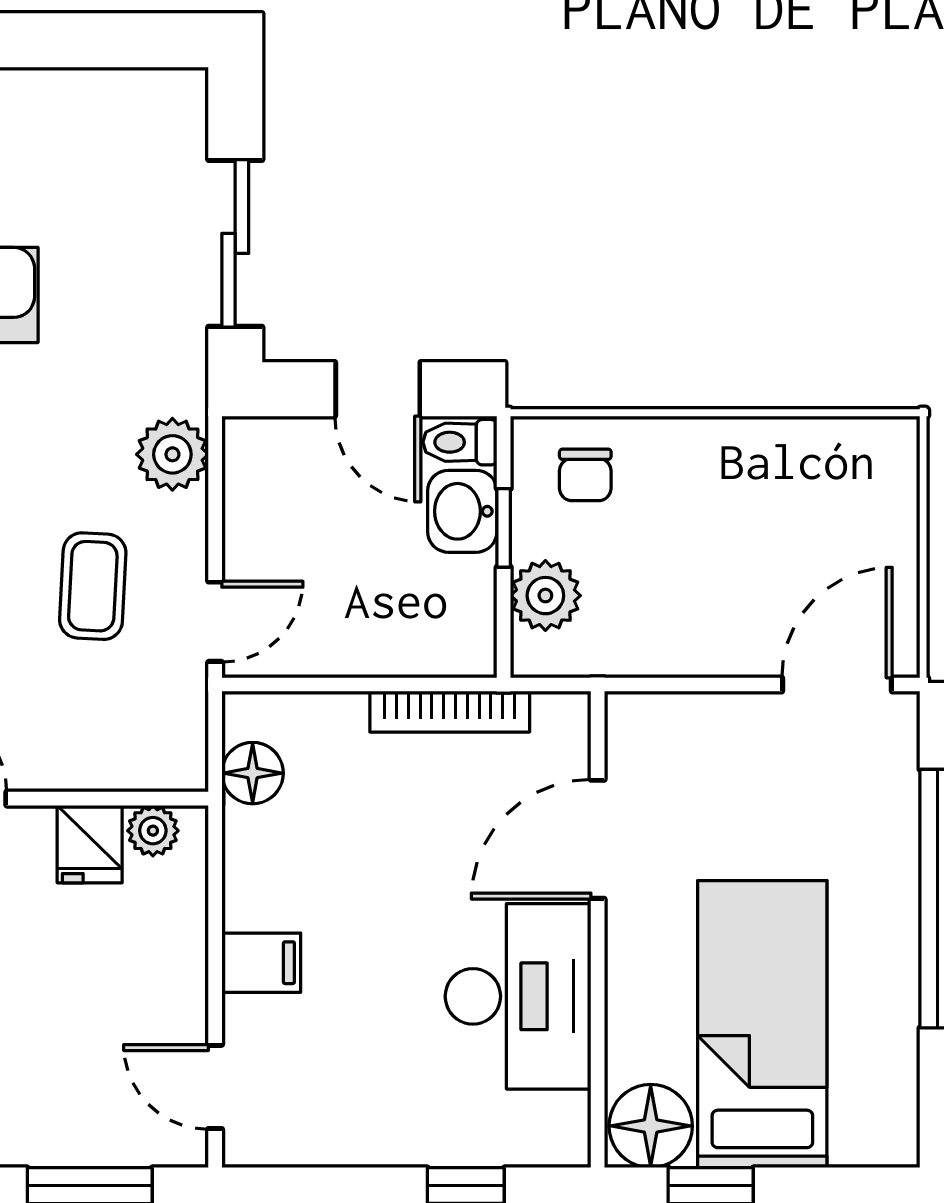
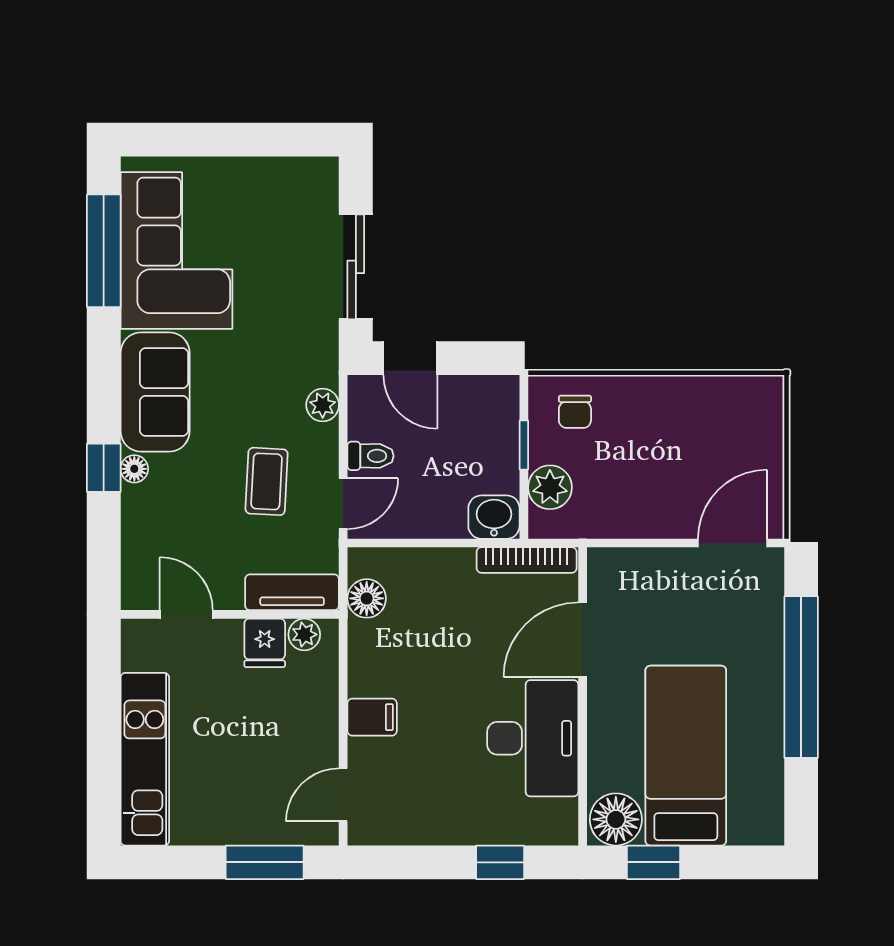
door: (378, 389) -> (410, 358), moved
toilet: (460, 442) -> (371, 456), moved, turned 180
plant: (172, 454) -> (323, 405), width x0.73, depth x0.73
washbasin: (462, 511) -> (494, 517), moved, turned 90
bookcase: (450, 712) -> (527, 560), moved
tv unit: (133, 763) -> (292, 592), added
door: (215, 1087) -> (343, 795), hinge flipped

